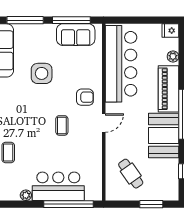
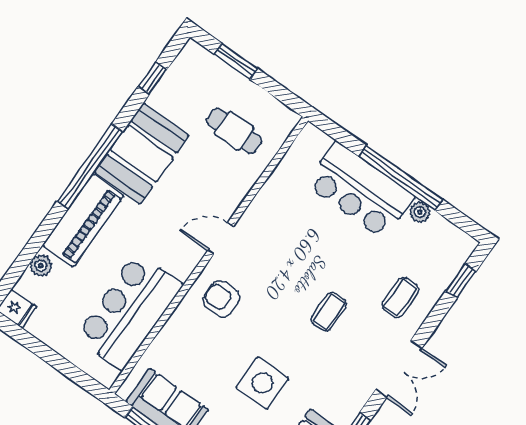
bar counter: (121, 64) -> (129, 311), width x0.73
coffee table: (62, 125) -> (329, 312), moved
cafe table: (131, 174) -> (234, 131), turned -55
window: (68, 204) -> (401, 178), moved

